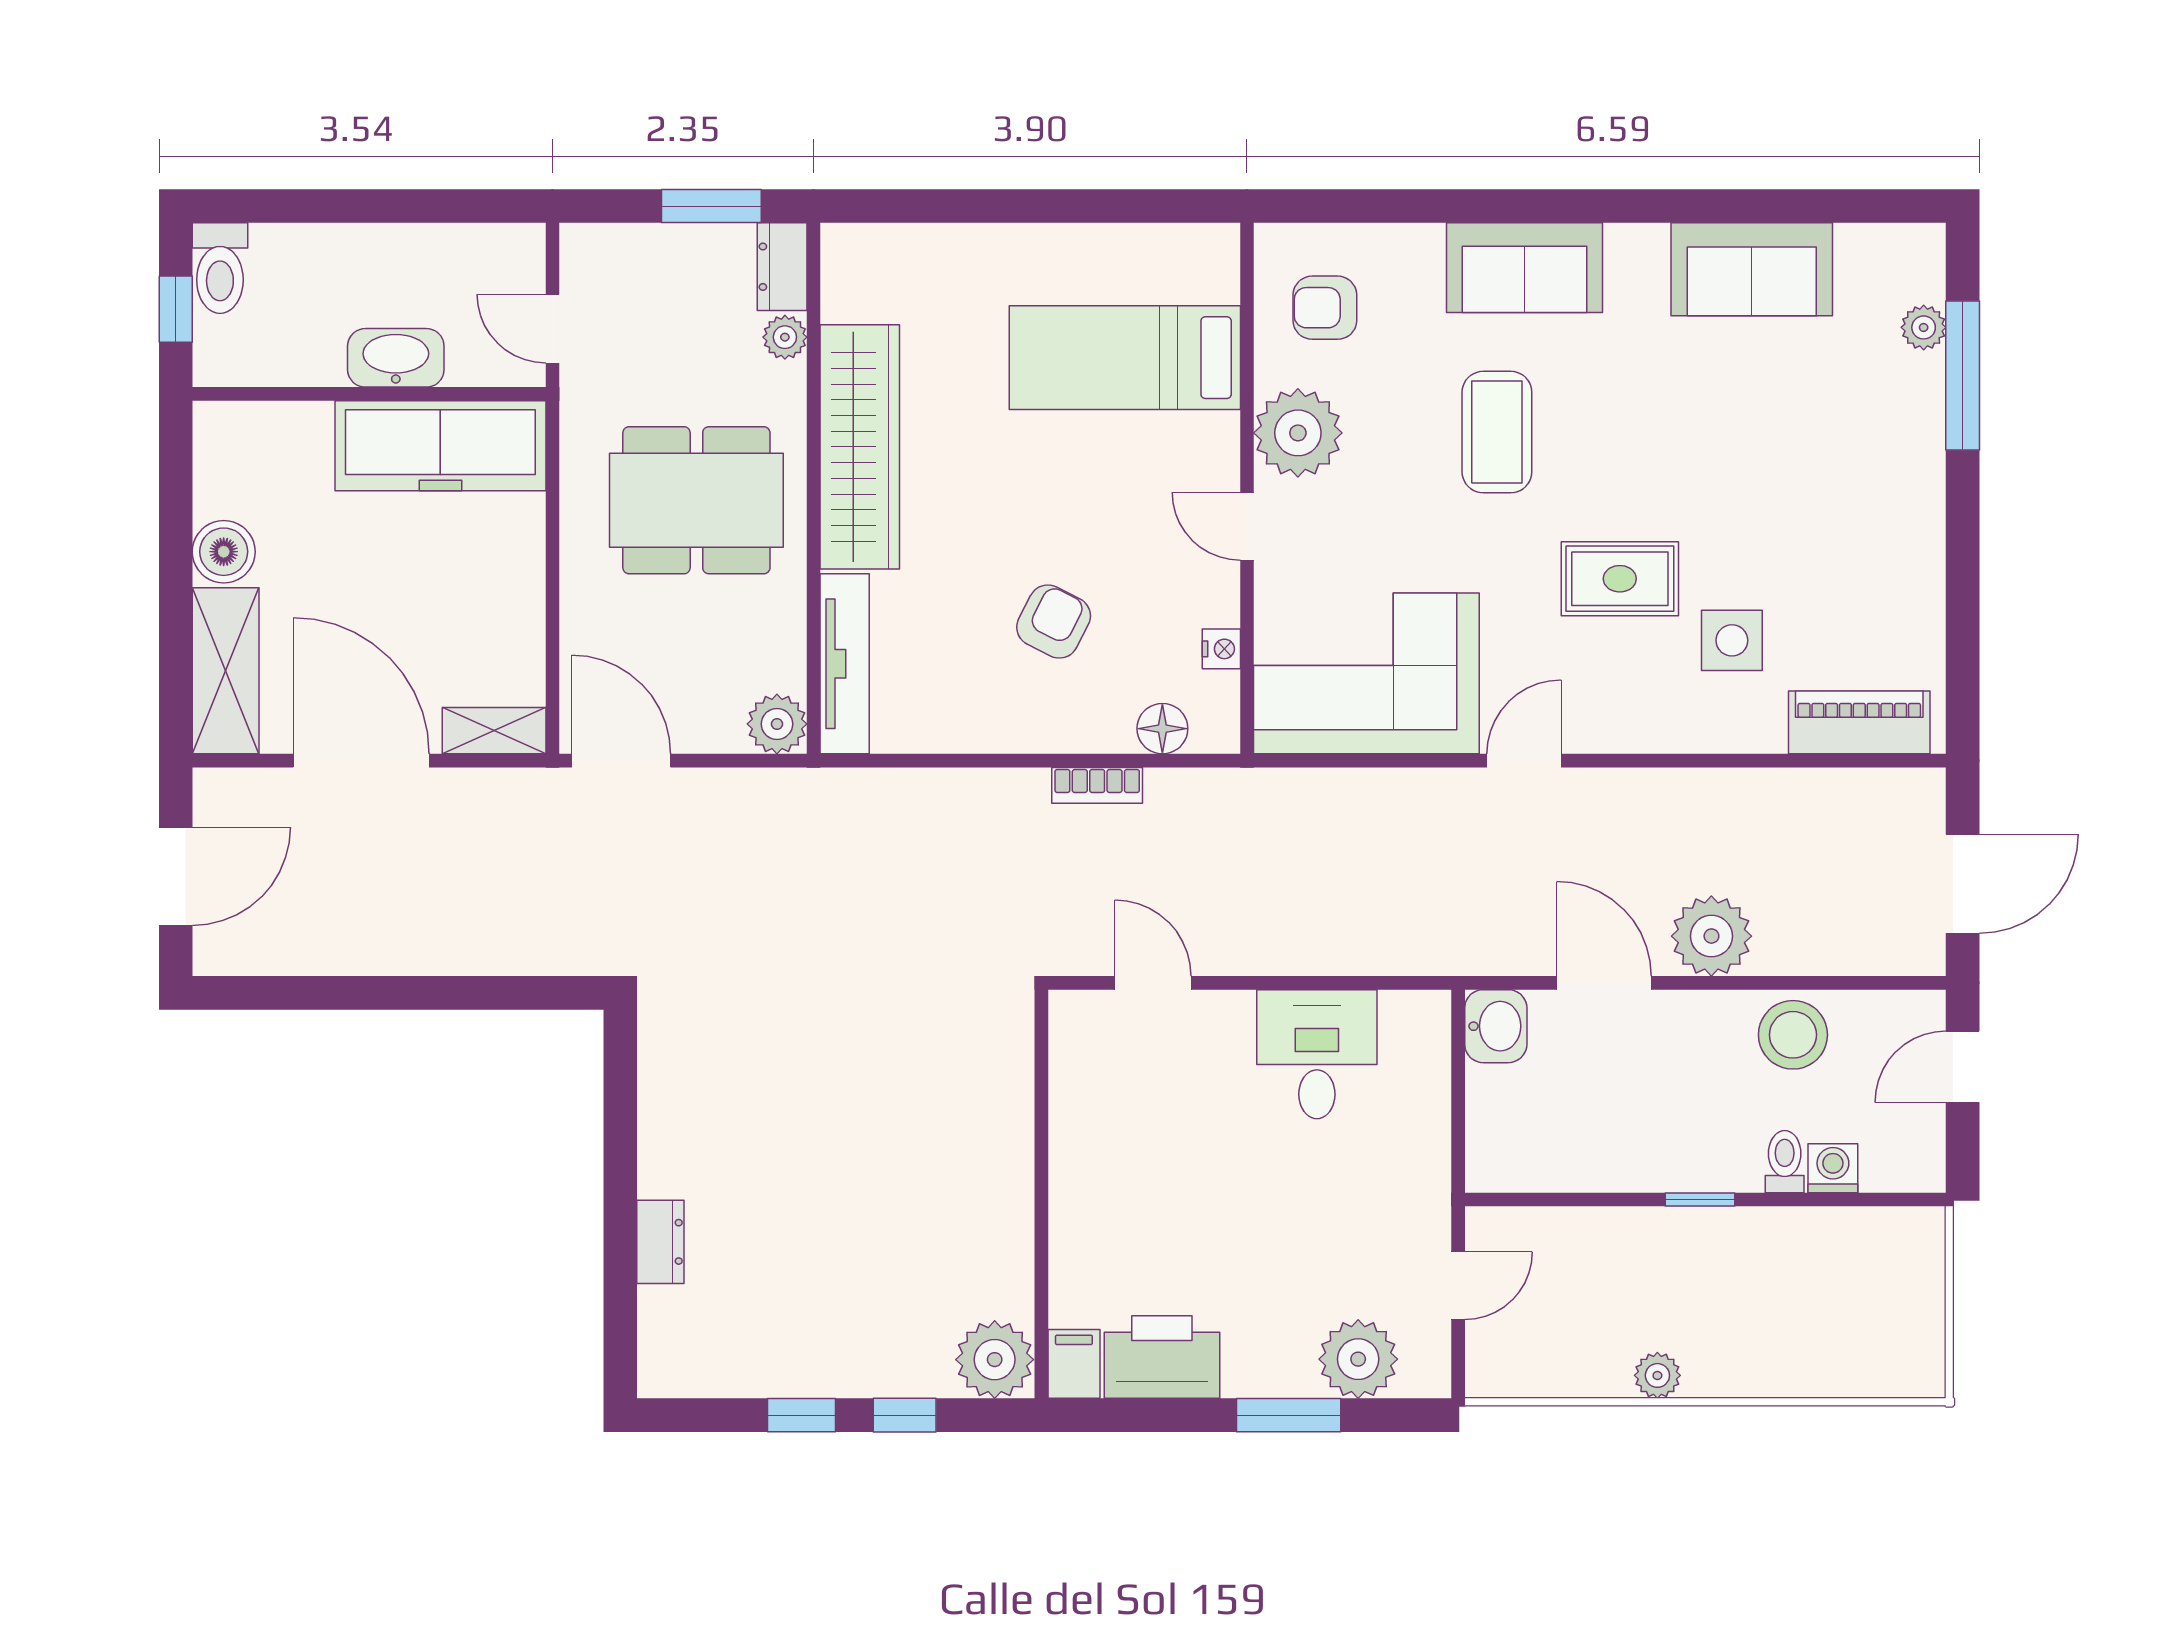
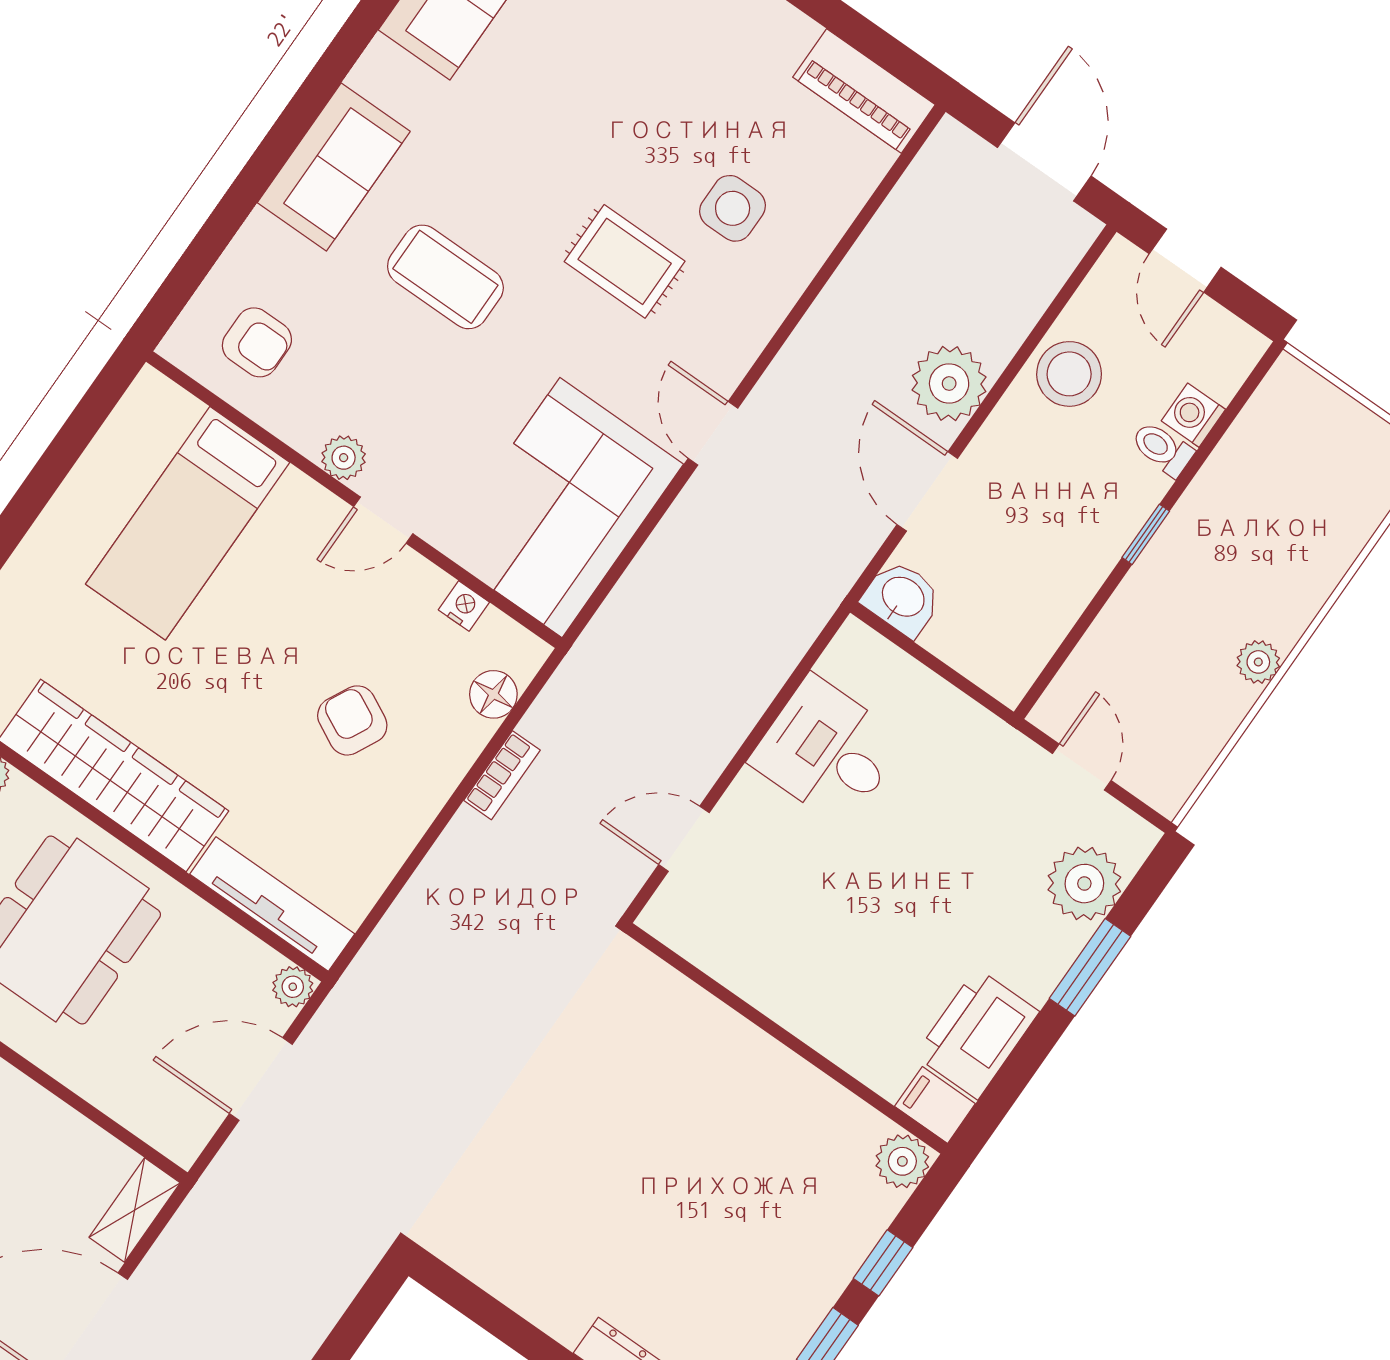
armchair: (1325, 308) -> (257, 342), turned -90
plant: (1298, 433) -> (344, 458), width x0.53, depth x0.53
rug: (1620, 579) -> (625, 261), turned 90
piano: (1859, 722) -> (864, 91), moved, turned -90
plant: (777, 724) -> (293, 987), width x0.73, depth x0.73
door: (621, 761) -> (261, 1079), moved
door: (1604, 983) -> (927, 491), hinge flipped
plant: (995, 1360) -> (902, 1161), width x0.73, depth x0.73

